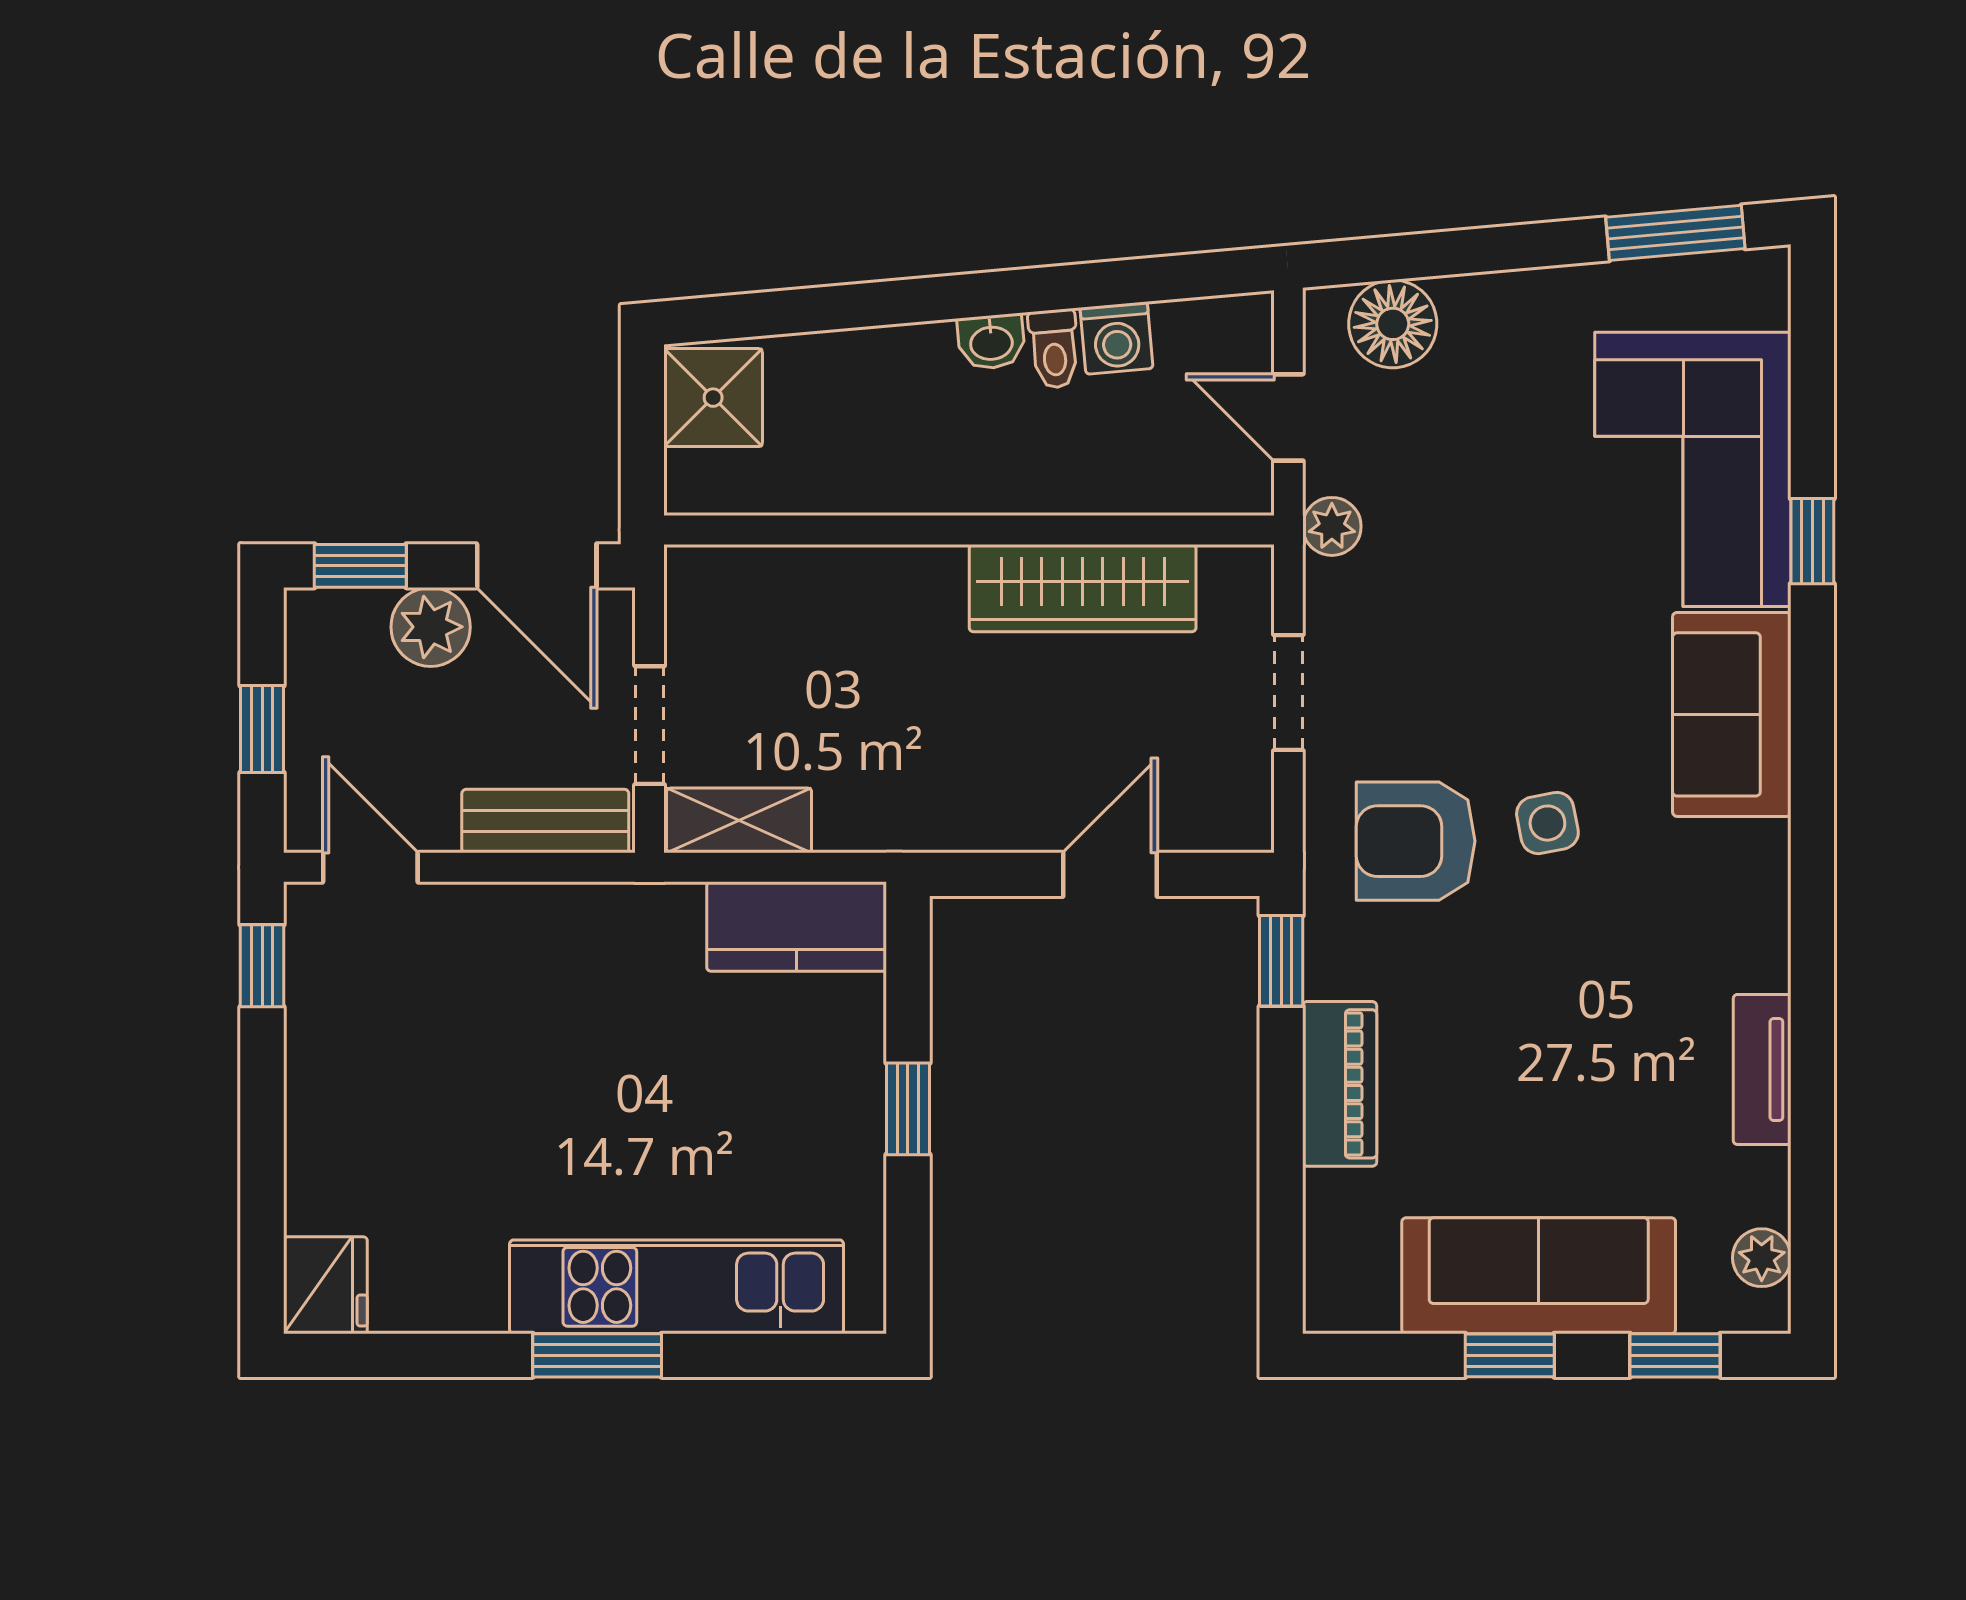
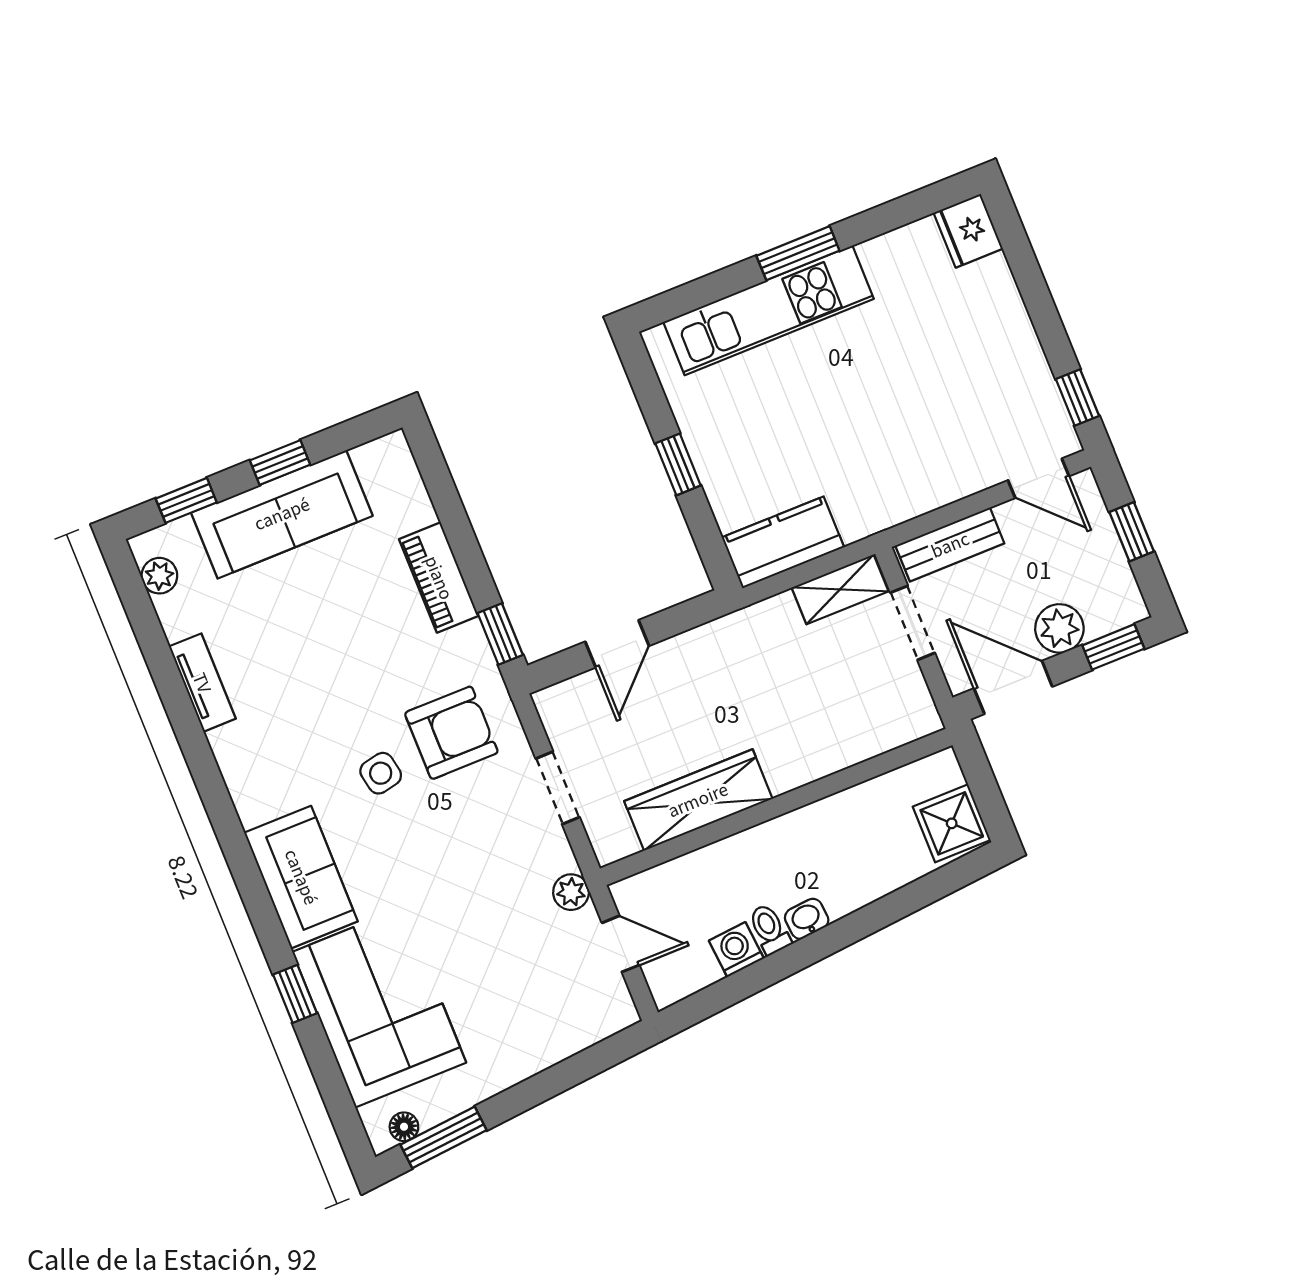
floor lamp: (1393, 324) -> (404, 1127), moved, width x0.53, depth x0.53

